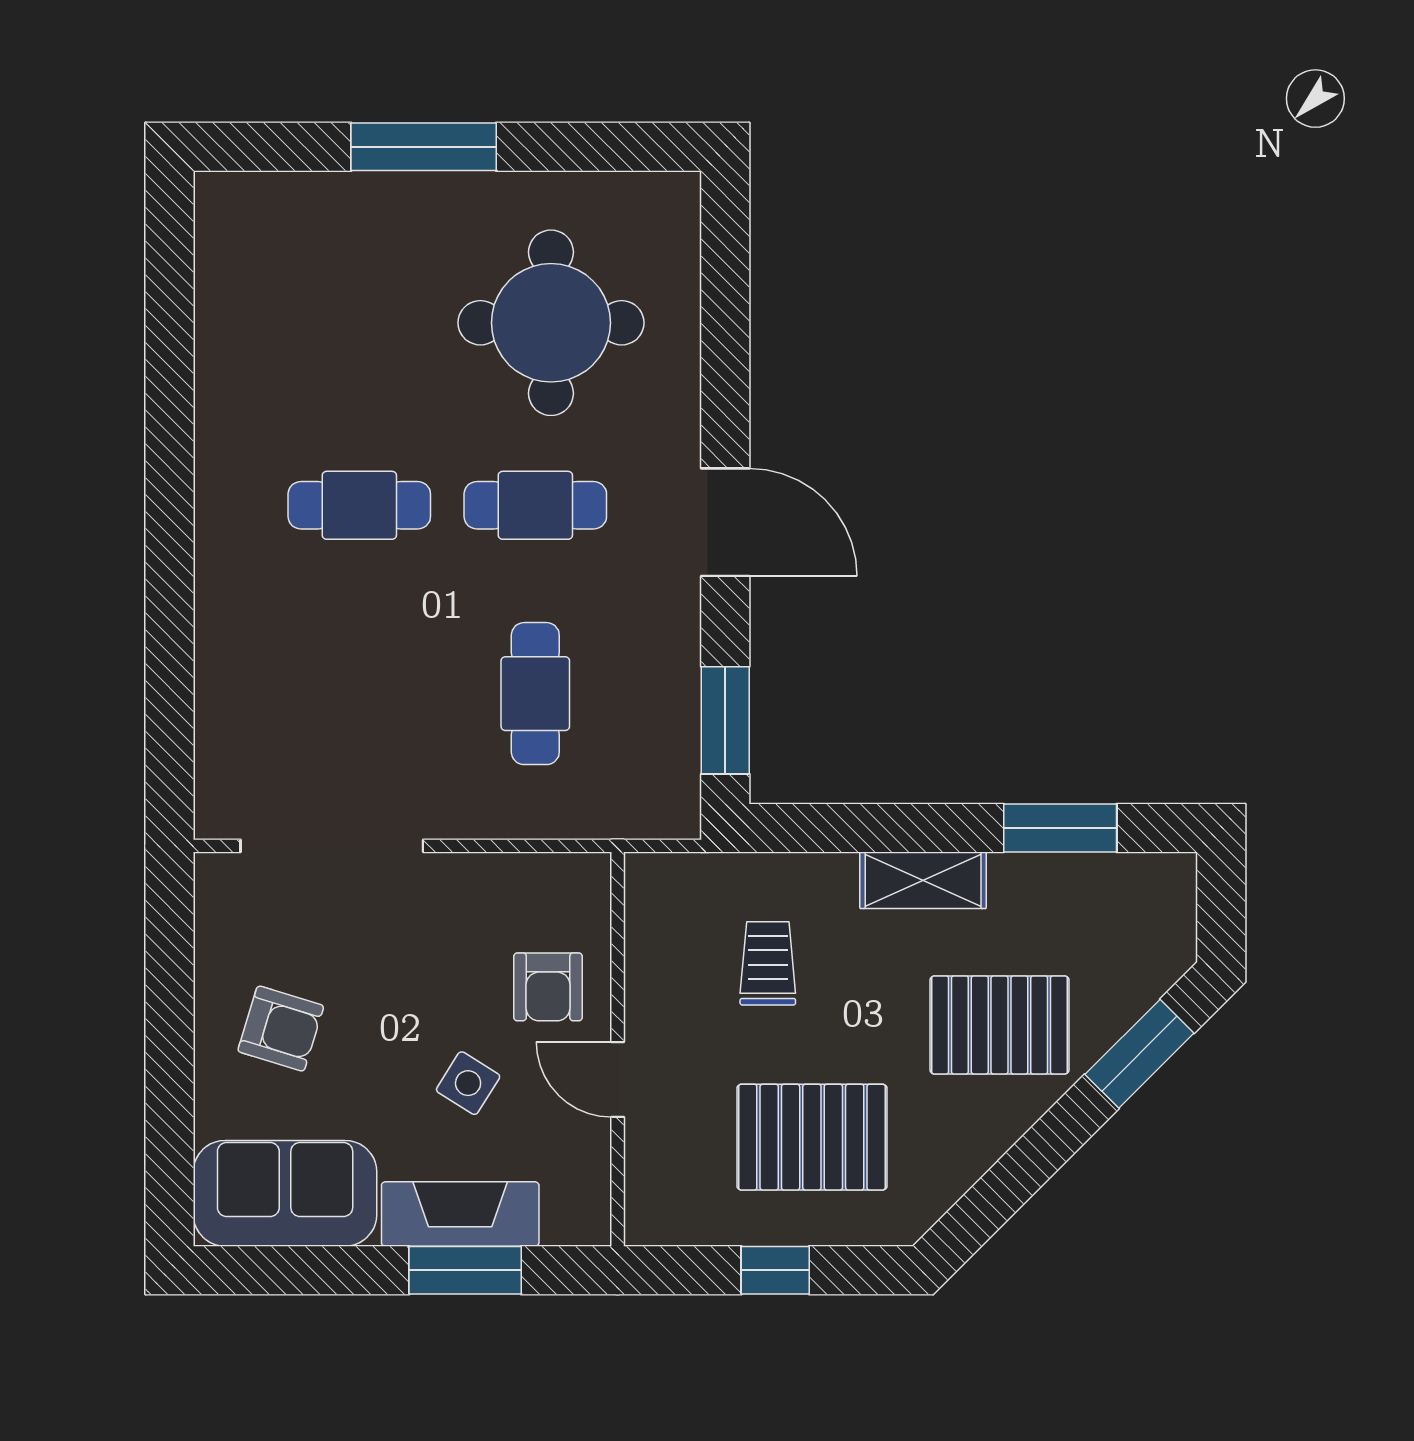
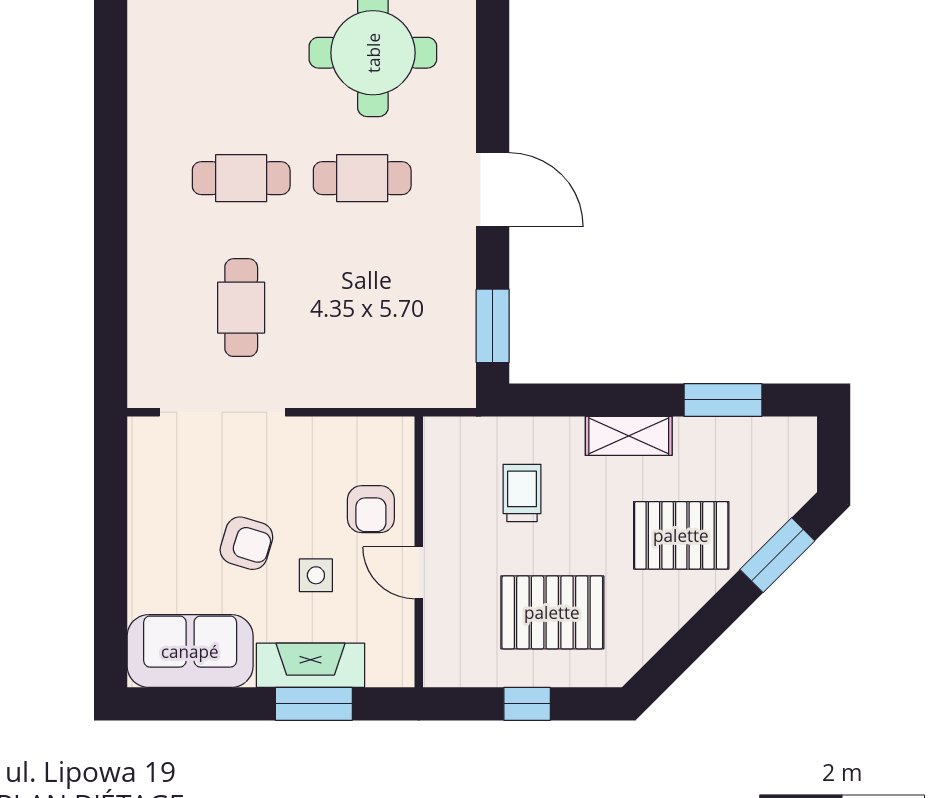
cafe table: (535, 694) -> (241, 308), moved
armchair: (281, 1029) -> (246, 543), moved
side table: (468, 1083) -> (316, 575), turned -32

